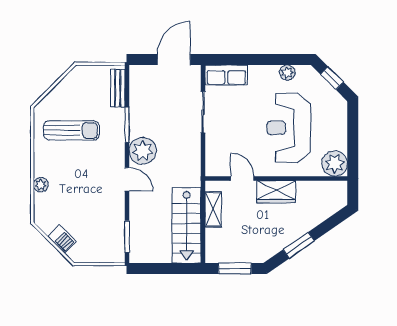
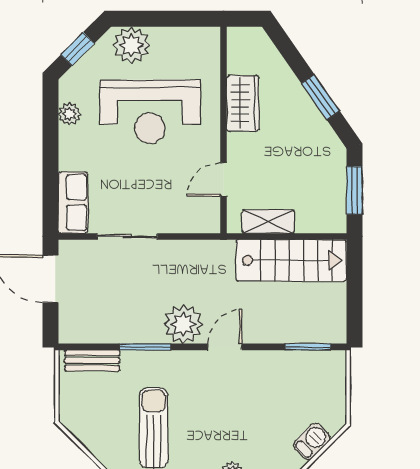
plant: (335, 164) -> (131, 45), moved
wardrobe: (276, 192) -> (243, 103), moved

